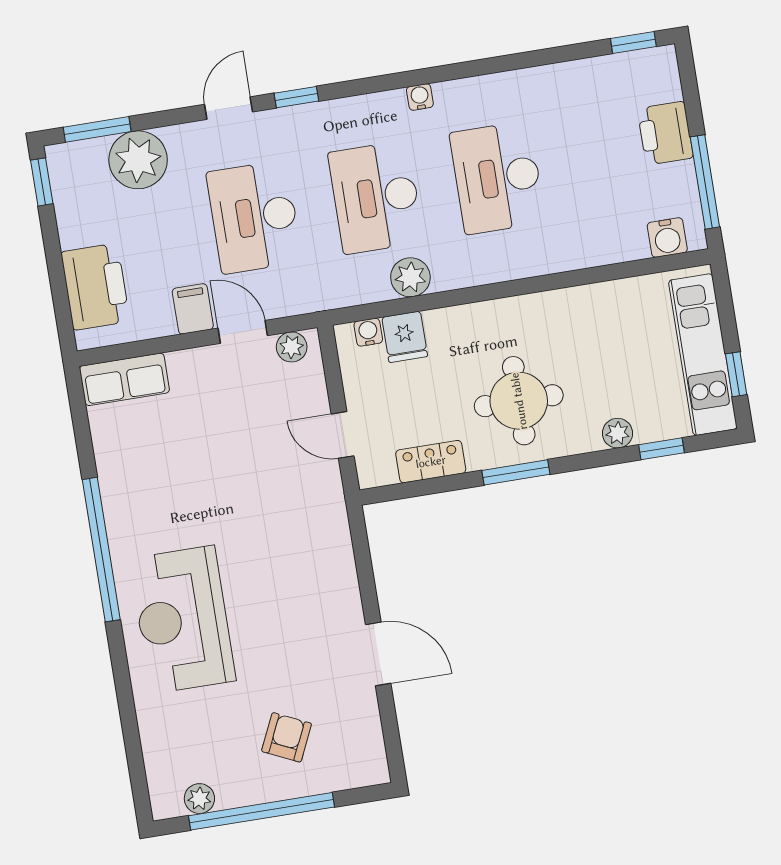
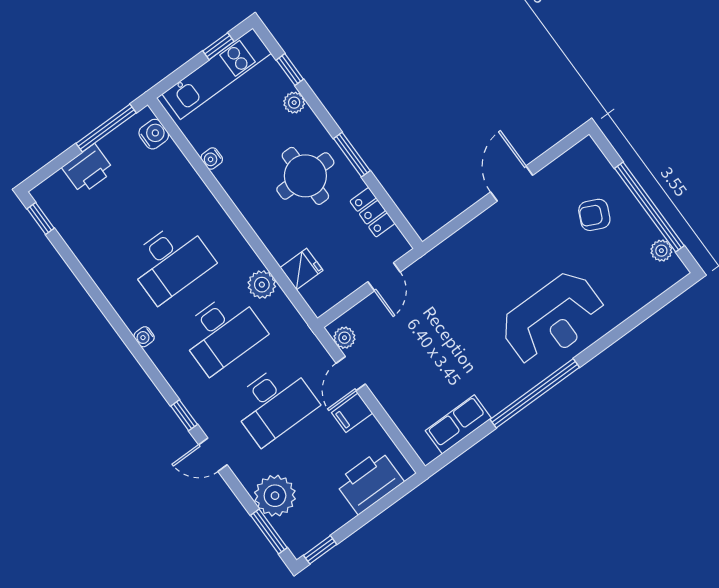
water cooler: (368, 332) -> (212, 159), moved
row of seats: (124, 379) -> (458, 424), moved, turned -90

